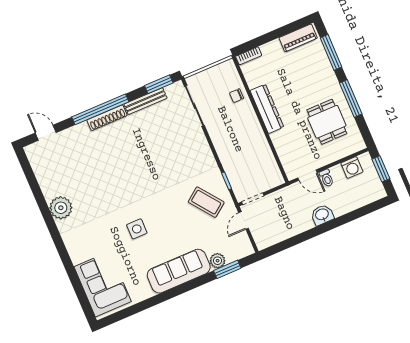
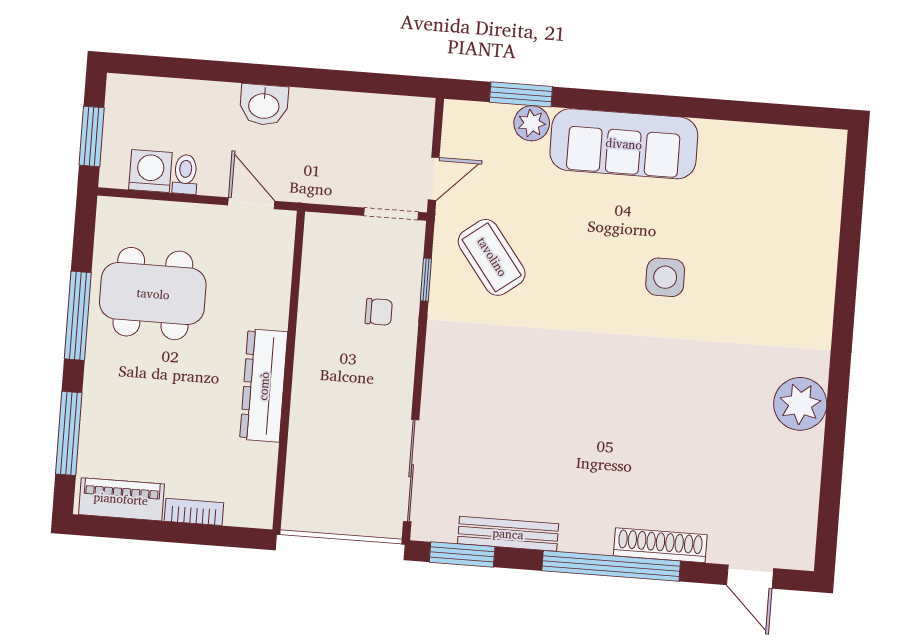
bookcase: (249, 56) -> (194, 512), moved
chair: (237, 96) -> (379, 312), moved
shoe rack: (107, 118) -> (660, 545), moved
dining table: (327, 122) -> (153, 294), width x1.38
toilet: (327, 178) -> (185, 174), moved
corner sofa: (103, 284) -> (796, 199), removed

